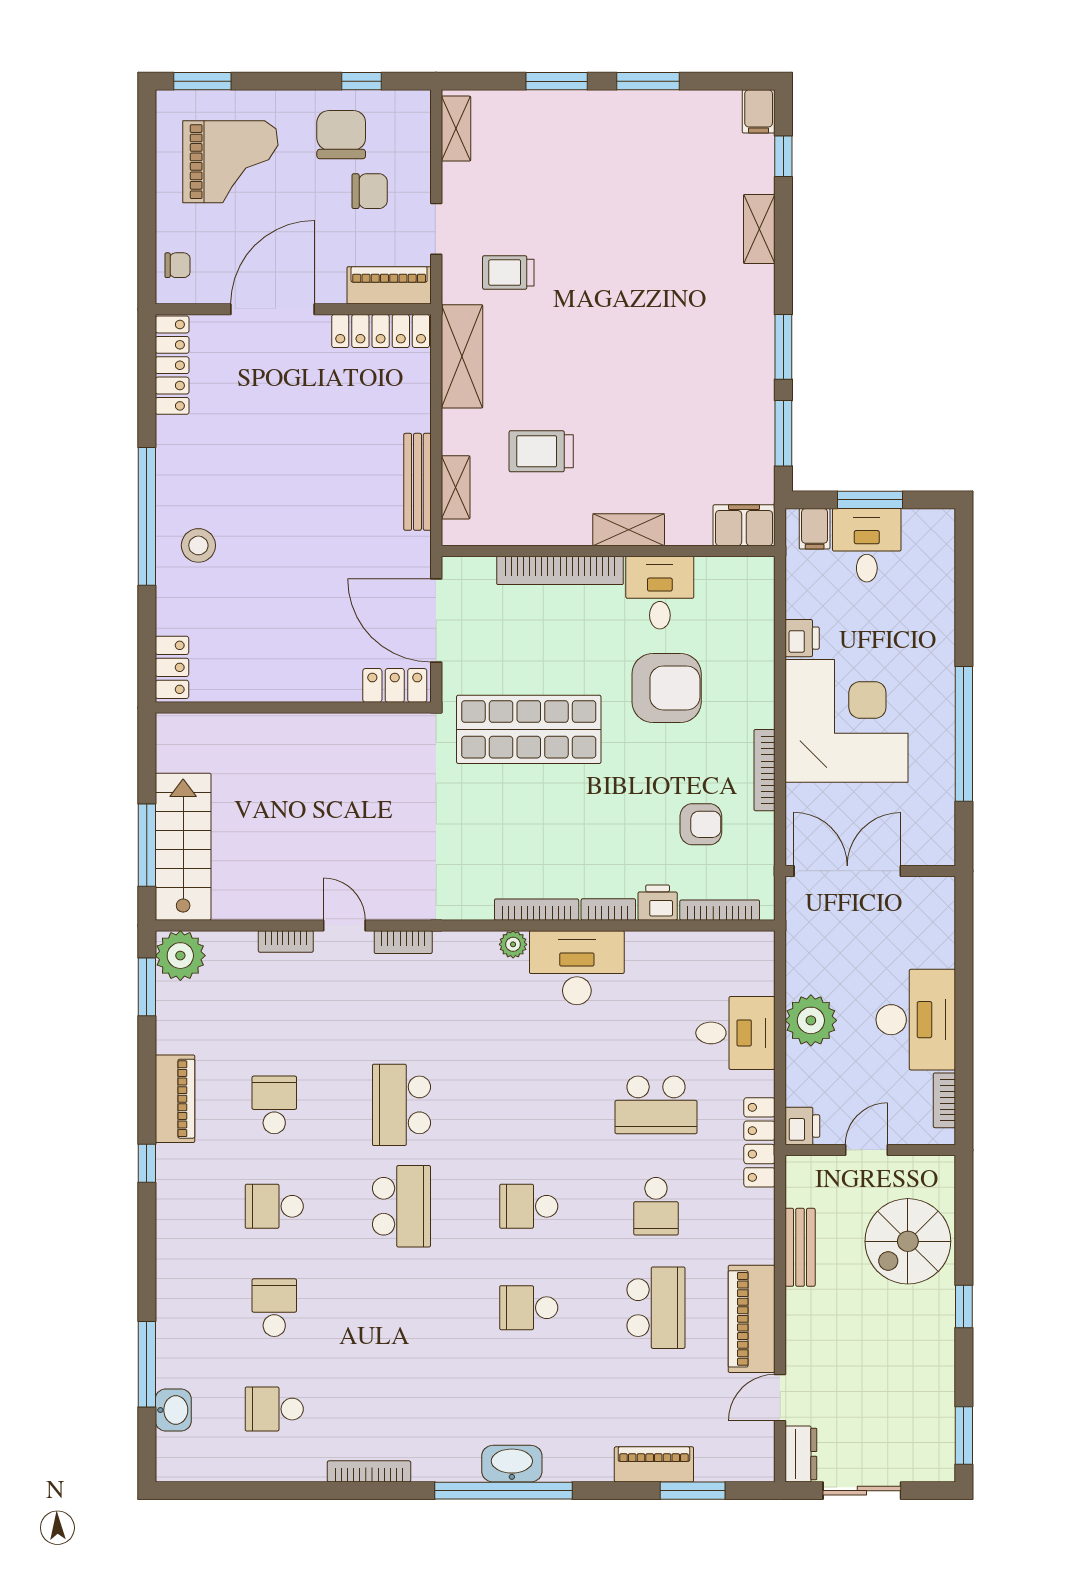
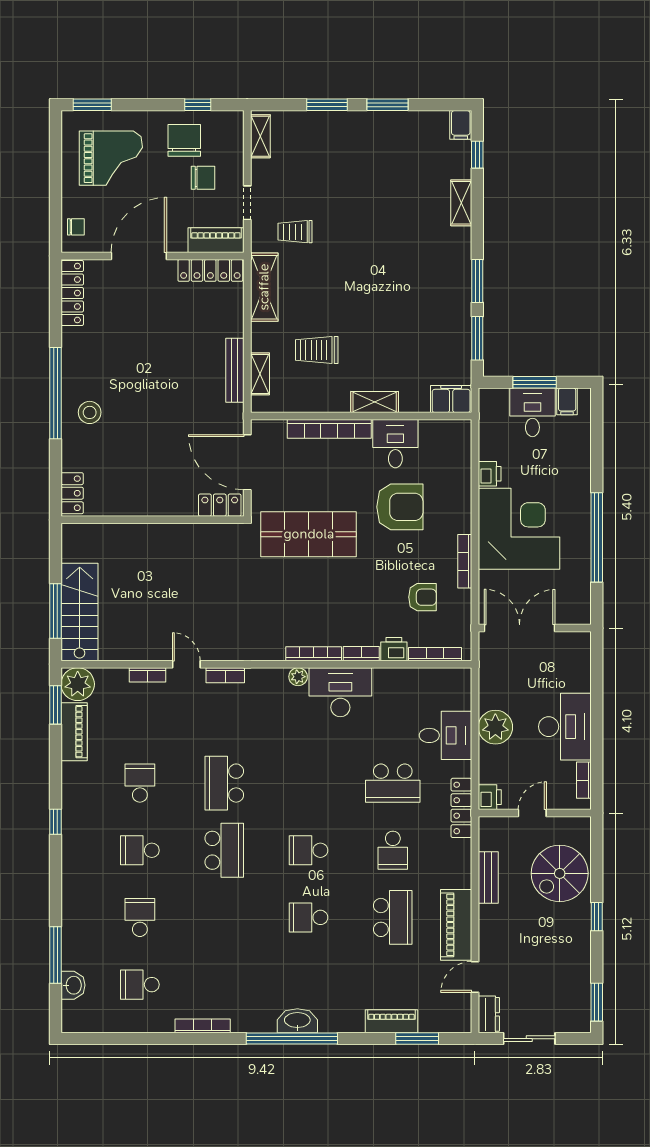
filing cabinet: (815, 529) -> (567, 401), moved
piano: (175, 1099) -> (74, 732), moved

